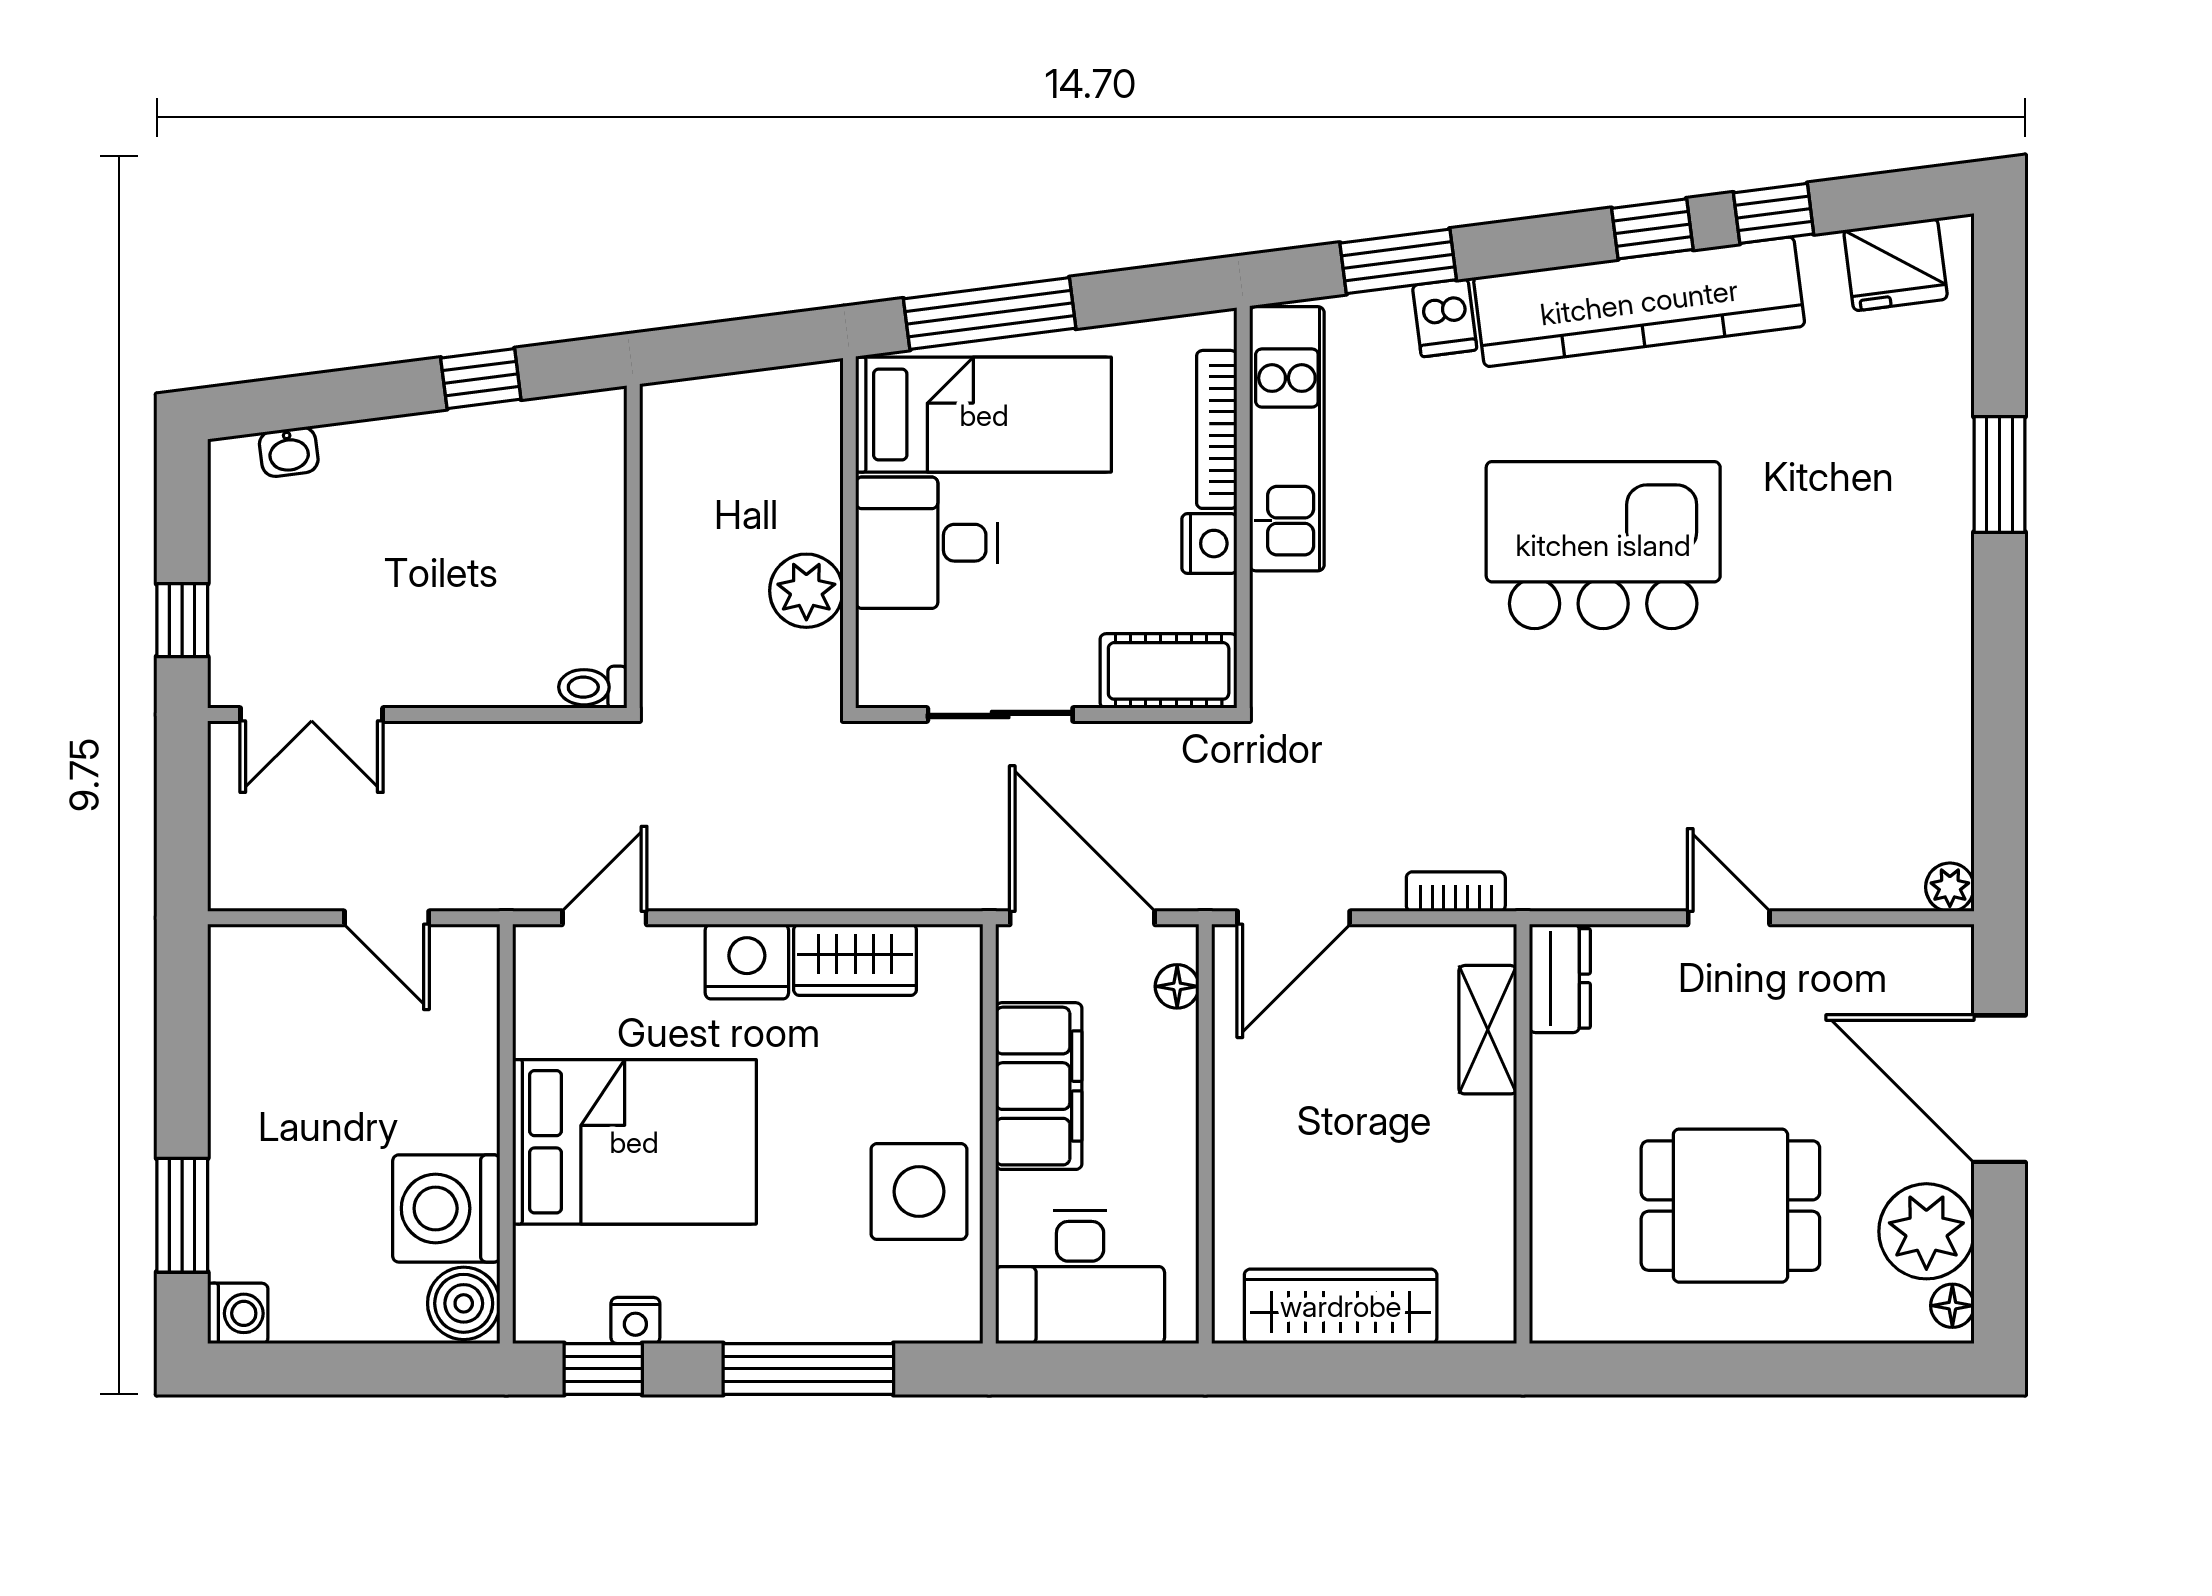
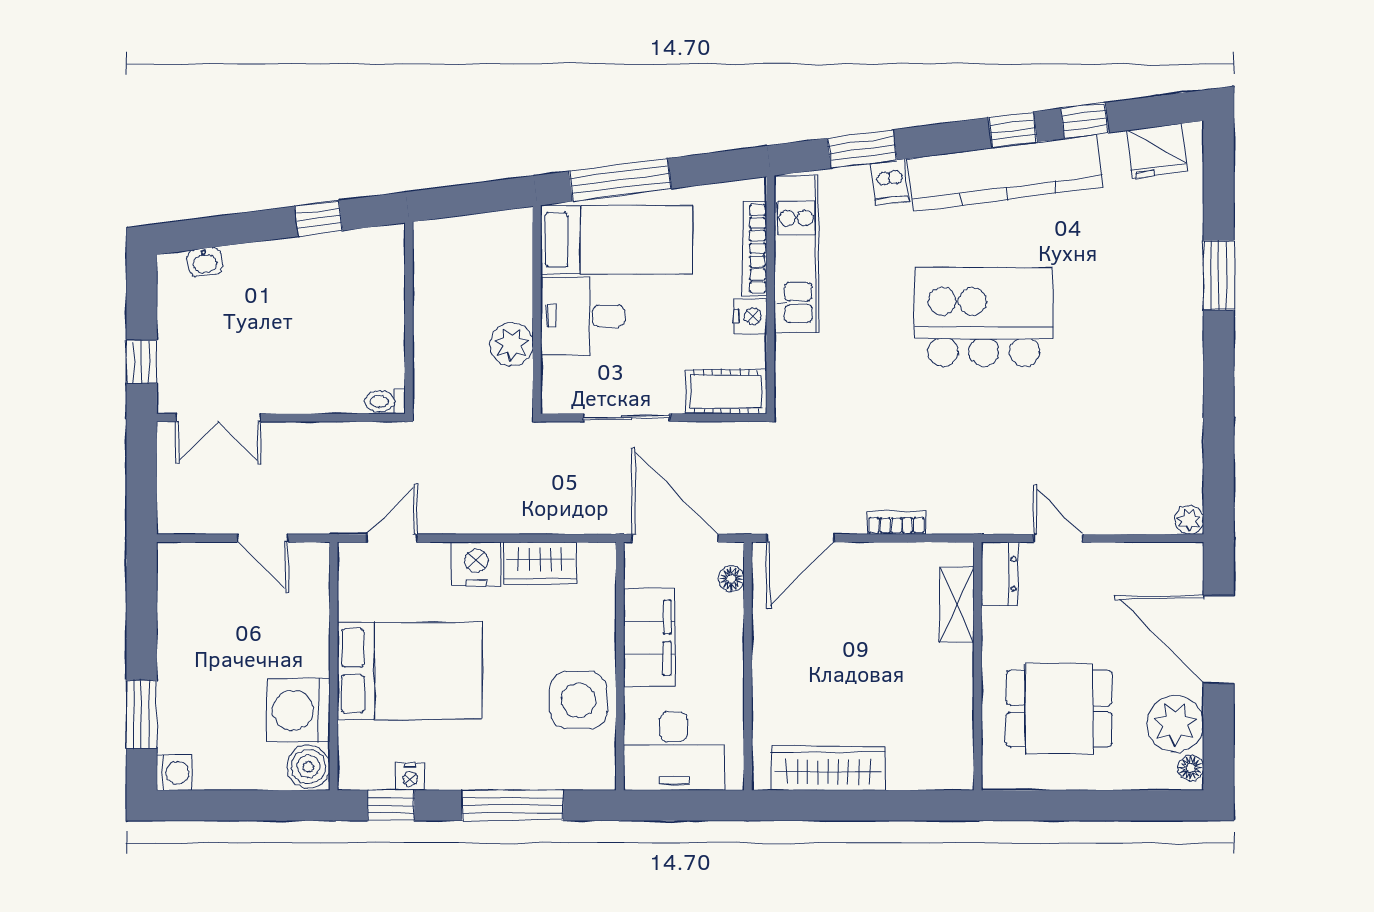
dresser: (1560, 978) -> (999, 574), moved
shelving: (1488, 1030) -> (957, 604), moved
wall: (1523, 1134) -> (978, 666), moved

